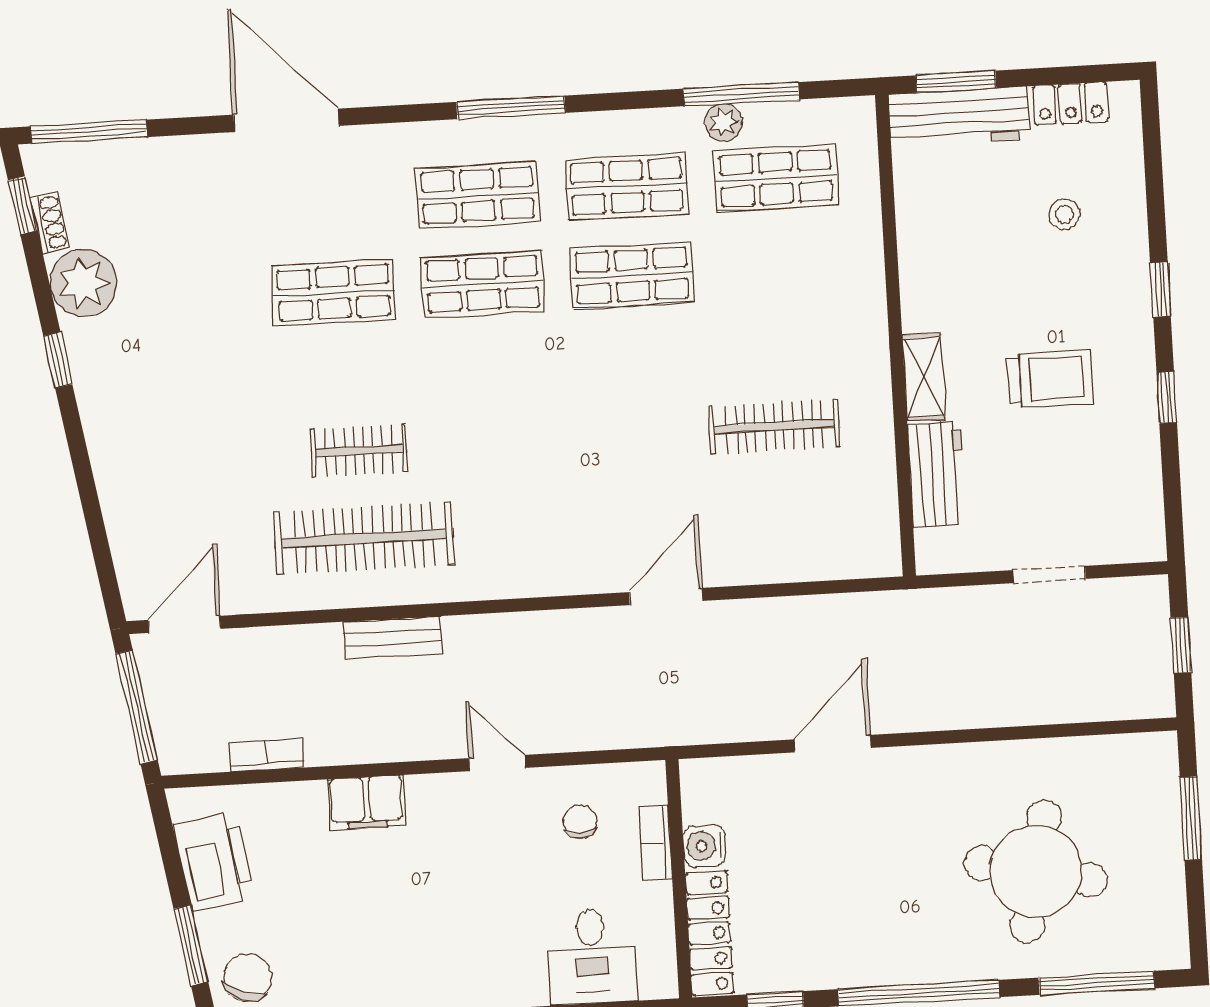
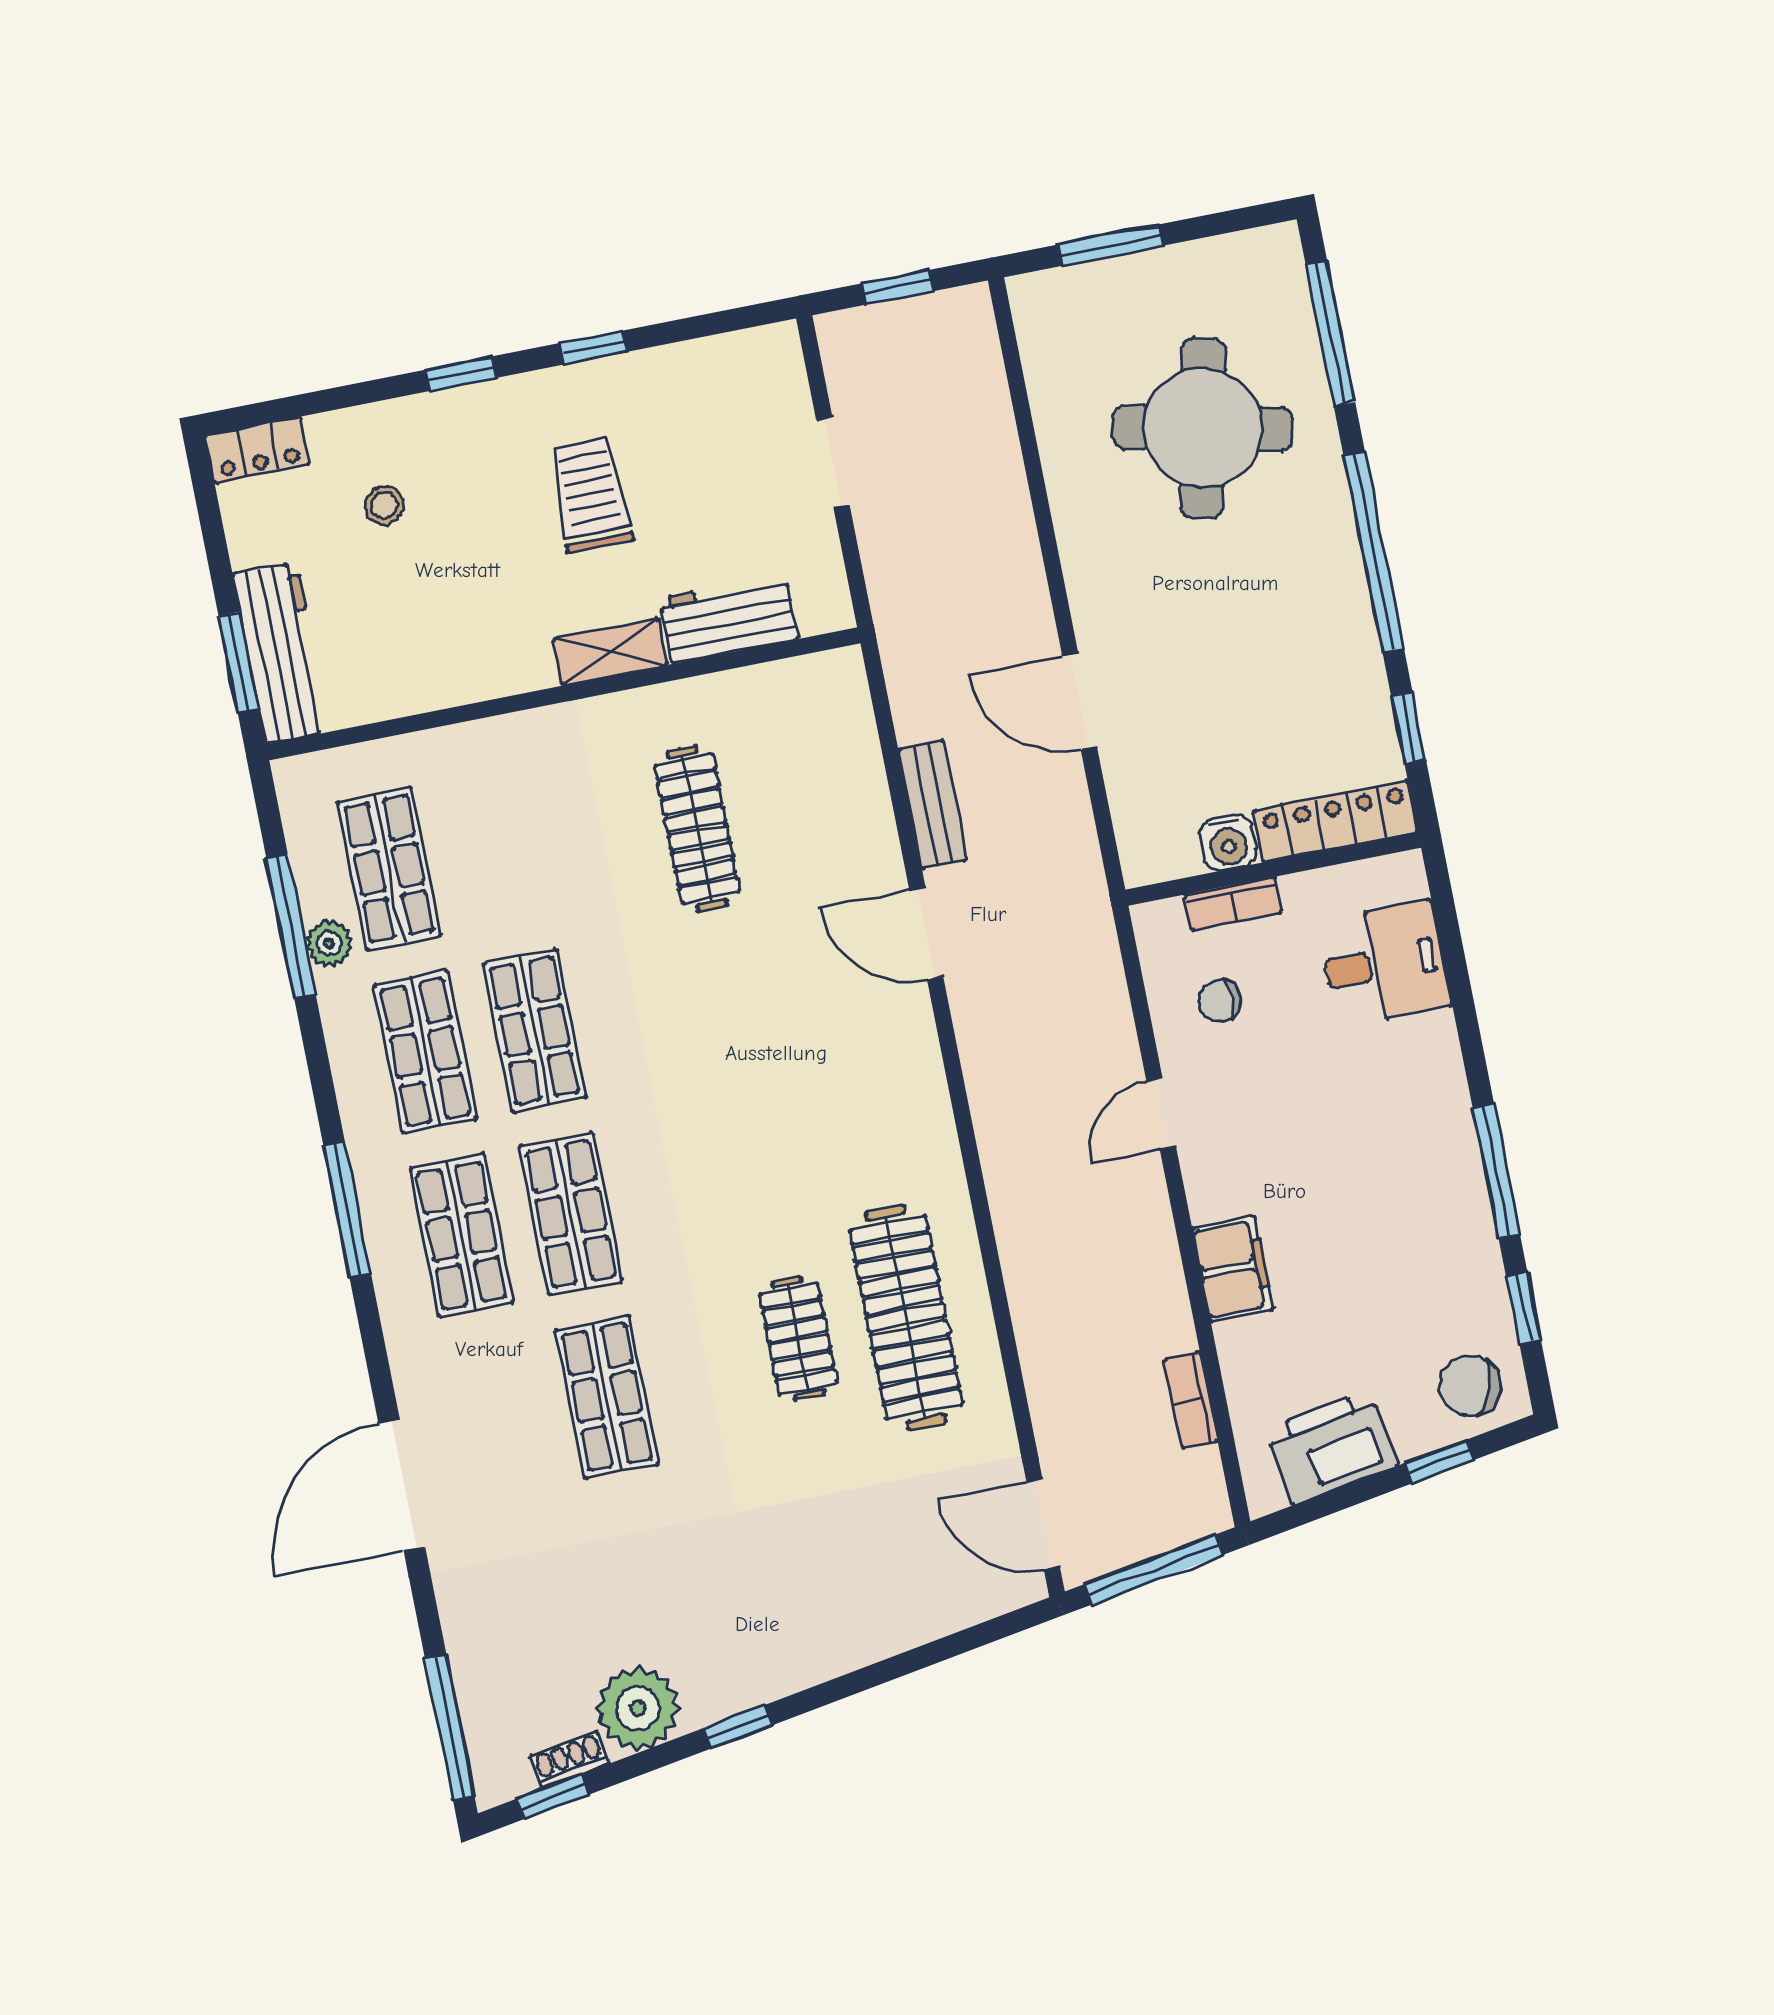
locker: (1070, 103) -> (257, 450), moved, turned 90
bench: (393, 637) -> (933, 805), moved
window: (191, 945) -> (1440, 1461), width x0.67

